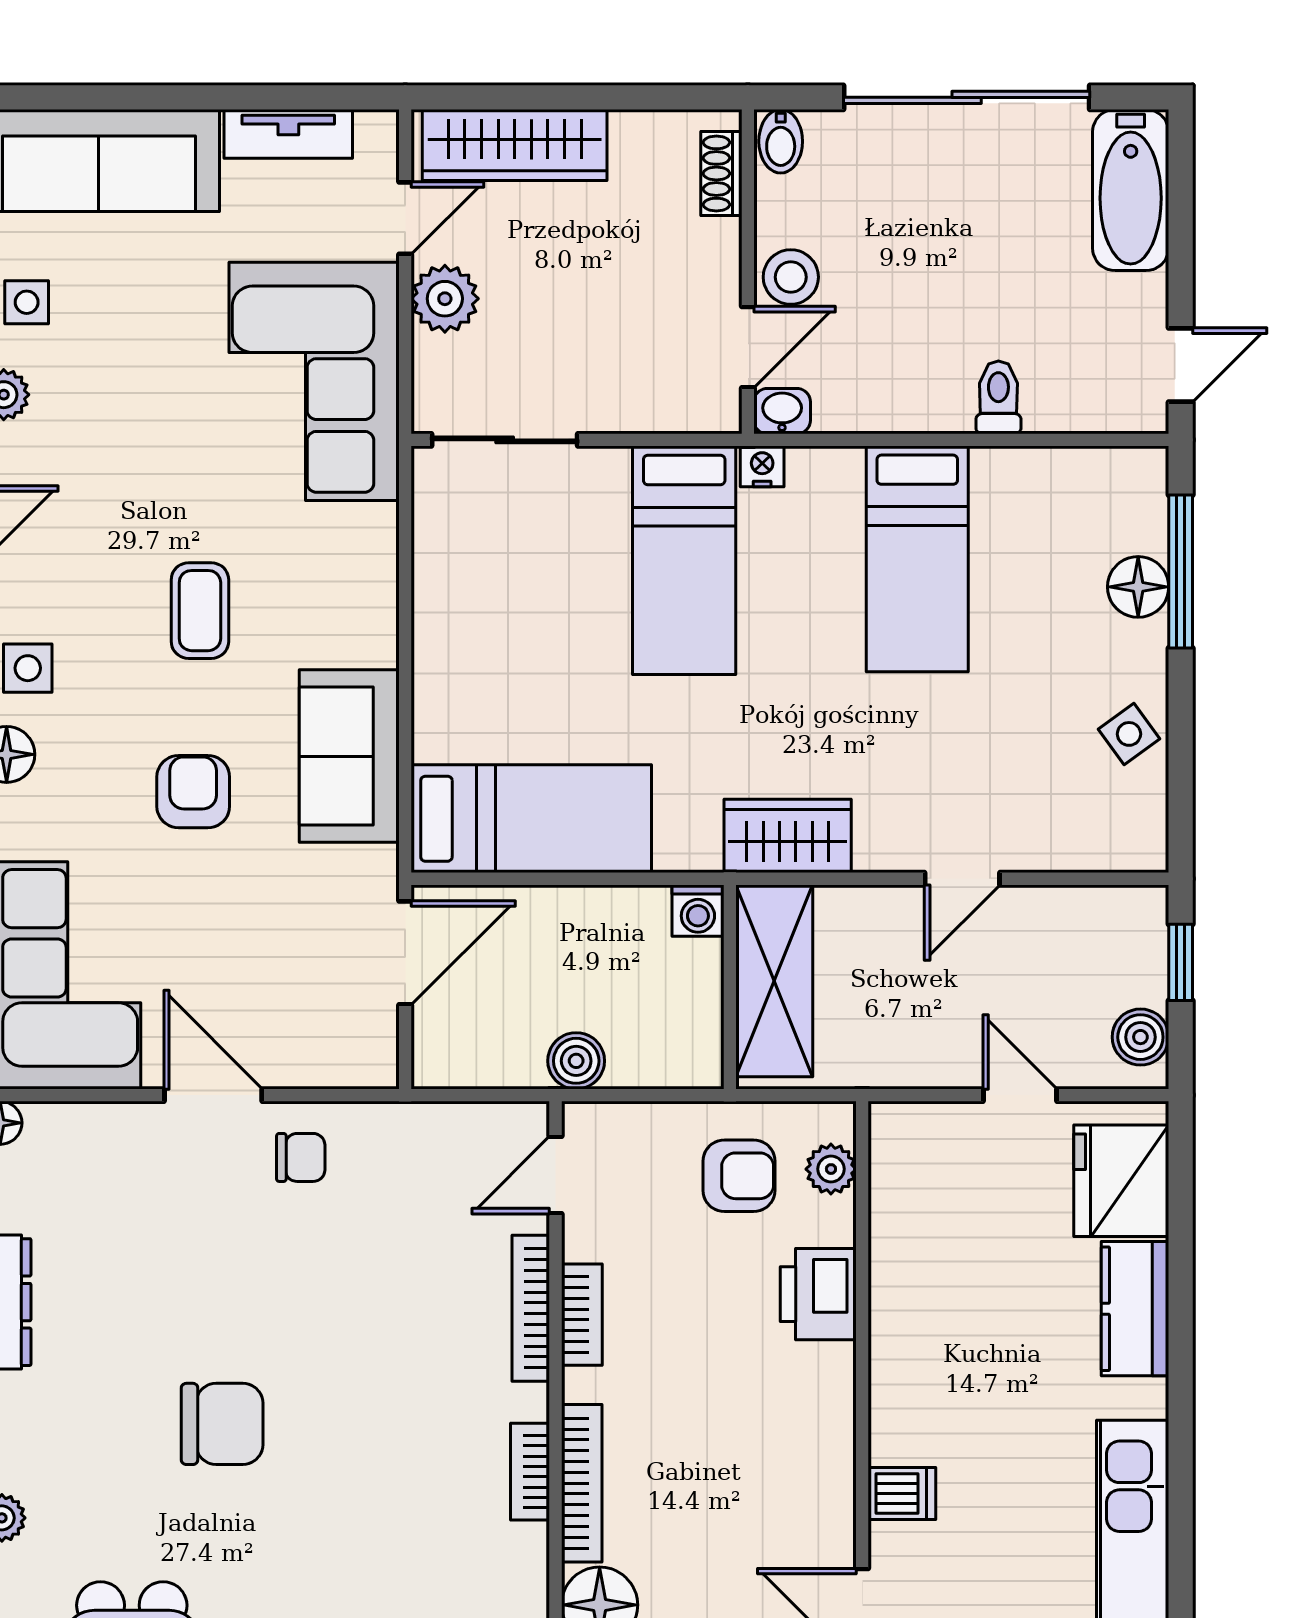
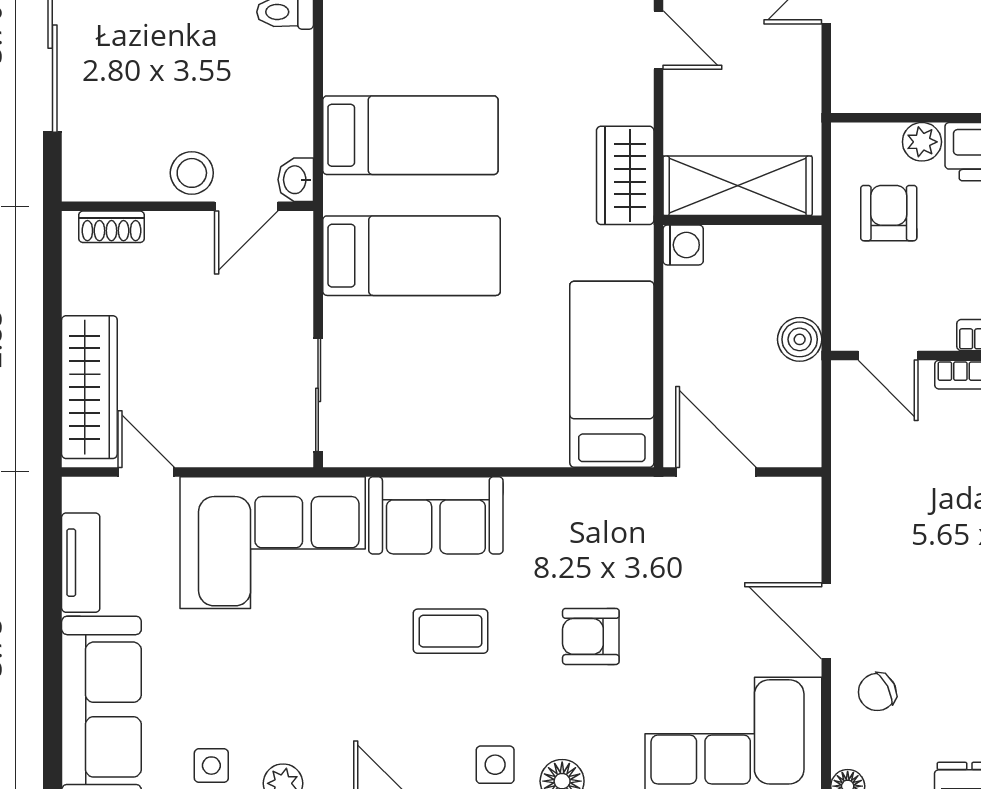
bidet: (781, 141) -> (87, 181), removed
plant: (445, 299) -> (209, 441), removed
door: (748, 347) -> (246, 206), swing flipped
nightstand: (762, 466) -> (339, 195), removed
bed: (917, 559) -> (410, 135), moved
sofa: (349, 756) -> (436, 515), moved
door: (213, 1095) -> (826, 621), hinge flipped
chair: (301, 1157) -> (877, 692), moved, turned -117
plant: (831, 1169) -> (922, 142), moved

